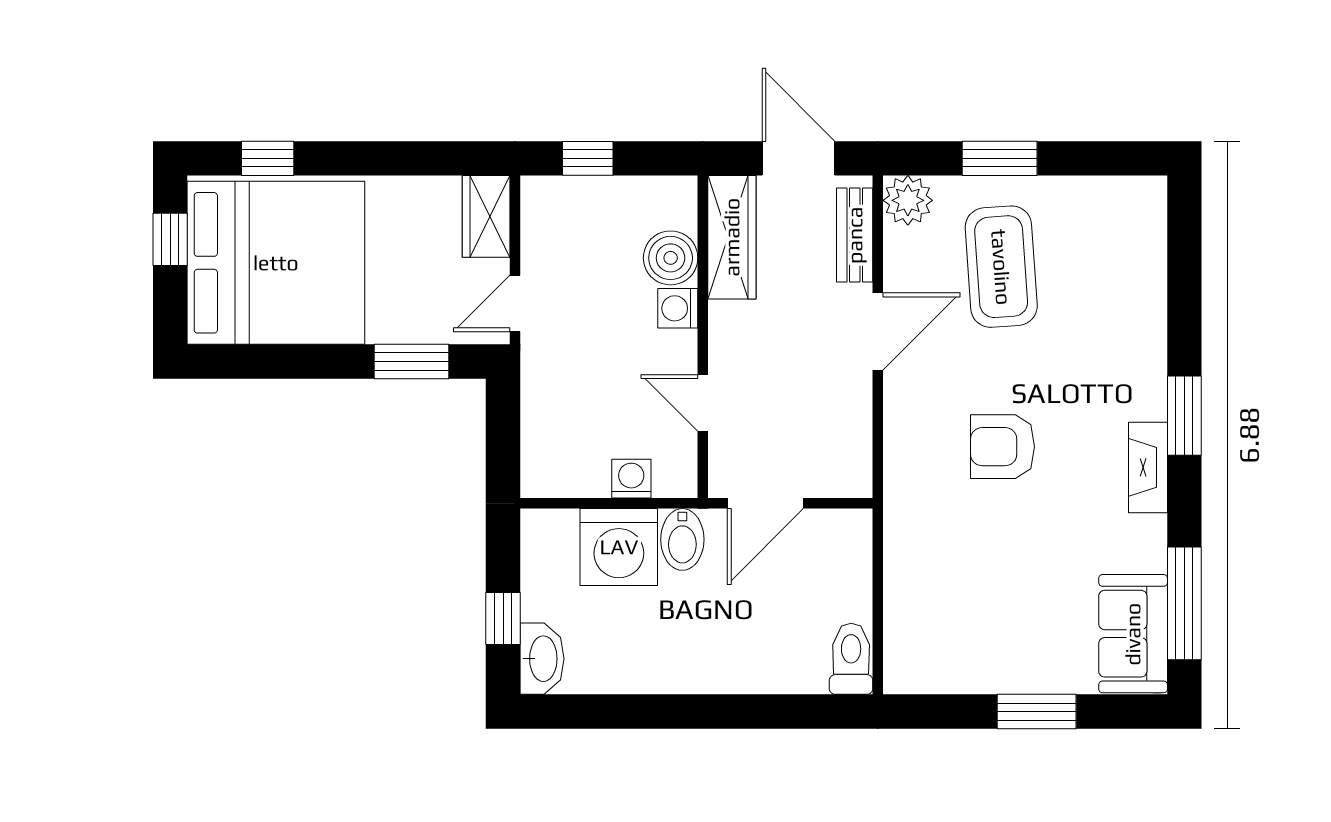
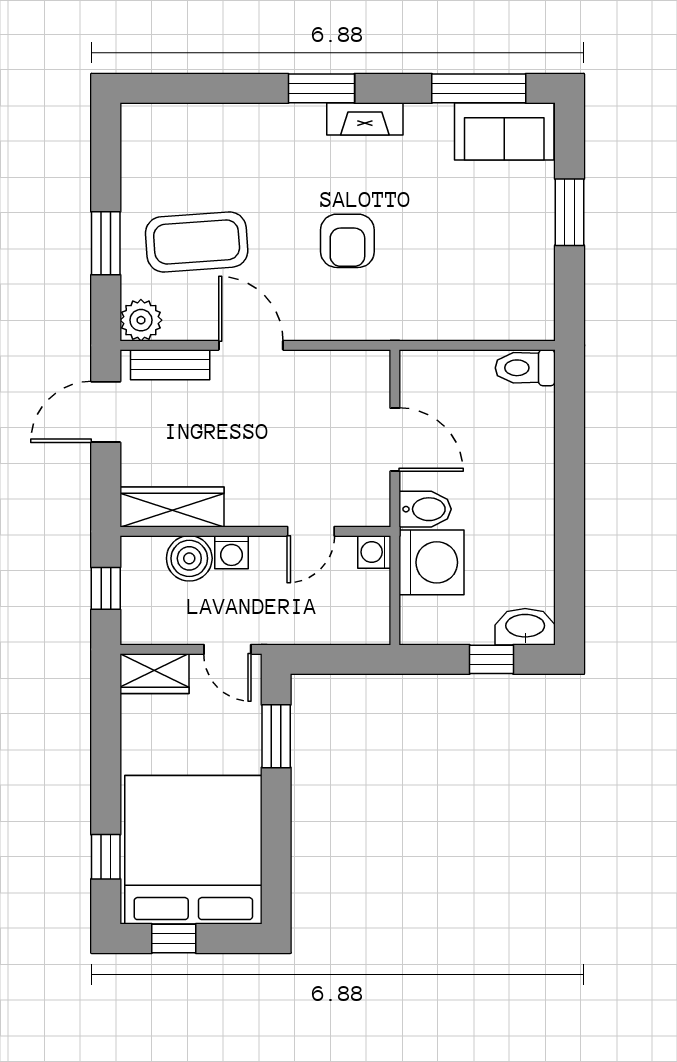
wardrobe: (732, 237) -> (172, 507), moved
boiler: (671, 258) -> (189, 558), moved
washing machine: (678, 308) -> (232, 552), moved
wall: (703, 337) -> (255, 531), moved
door: (703, 403) -> (311, 531), moved

